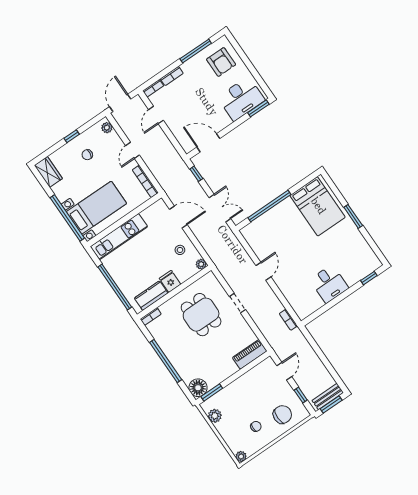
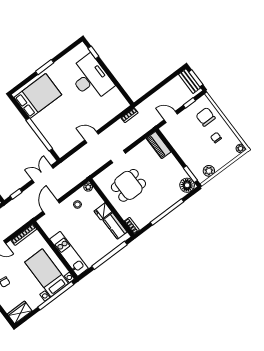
desk: (329, 284) -> (91, 78), width x1.87, depth x1.30

